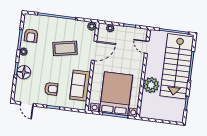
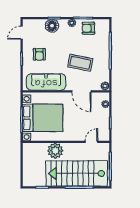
coffee table: (65, 48) -> (80, 63), turned -68
sofa: (80, 86) -> (46, 82), width x1.36

